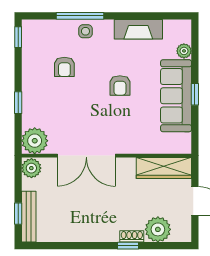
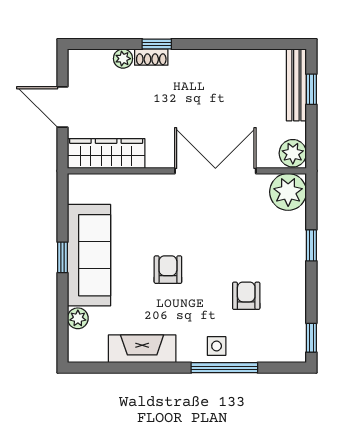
plant: (158, 229) -> (123, 59), width x0.53, depth x0.53

